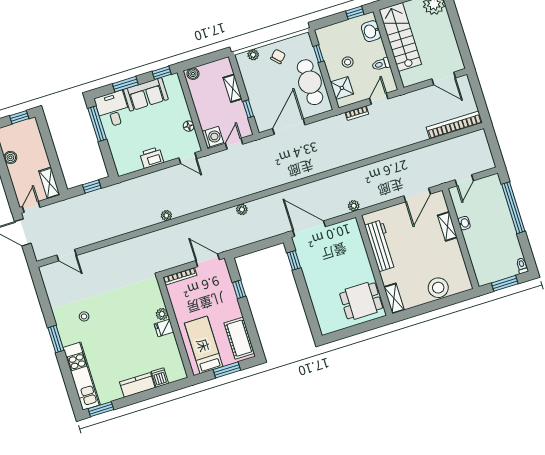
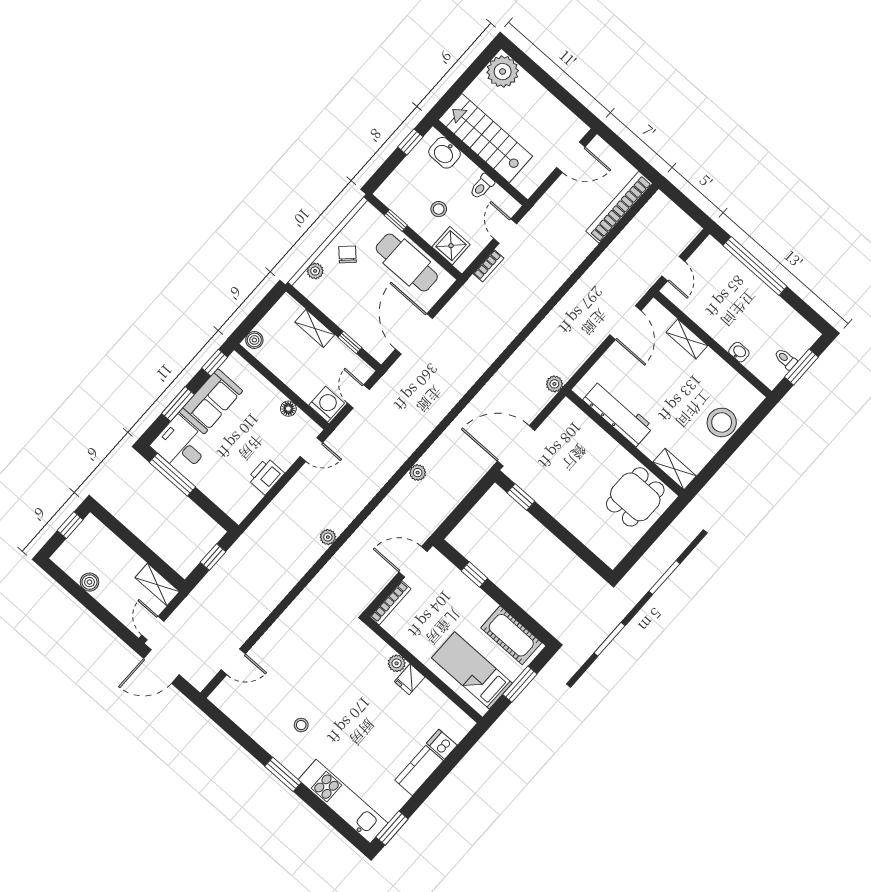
washbasin: (464, 223) -> (739, 352), moved
toilet: (522, 266) -> (786, 359), moved

